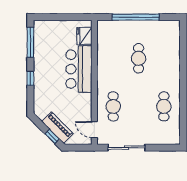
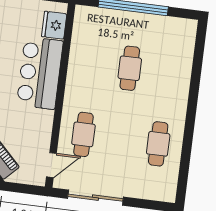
door: (94, 130) -> (51, 165), swing flipped

